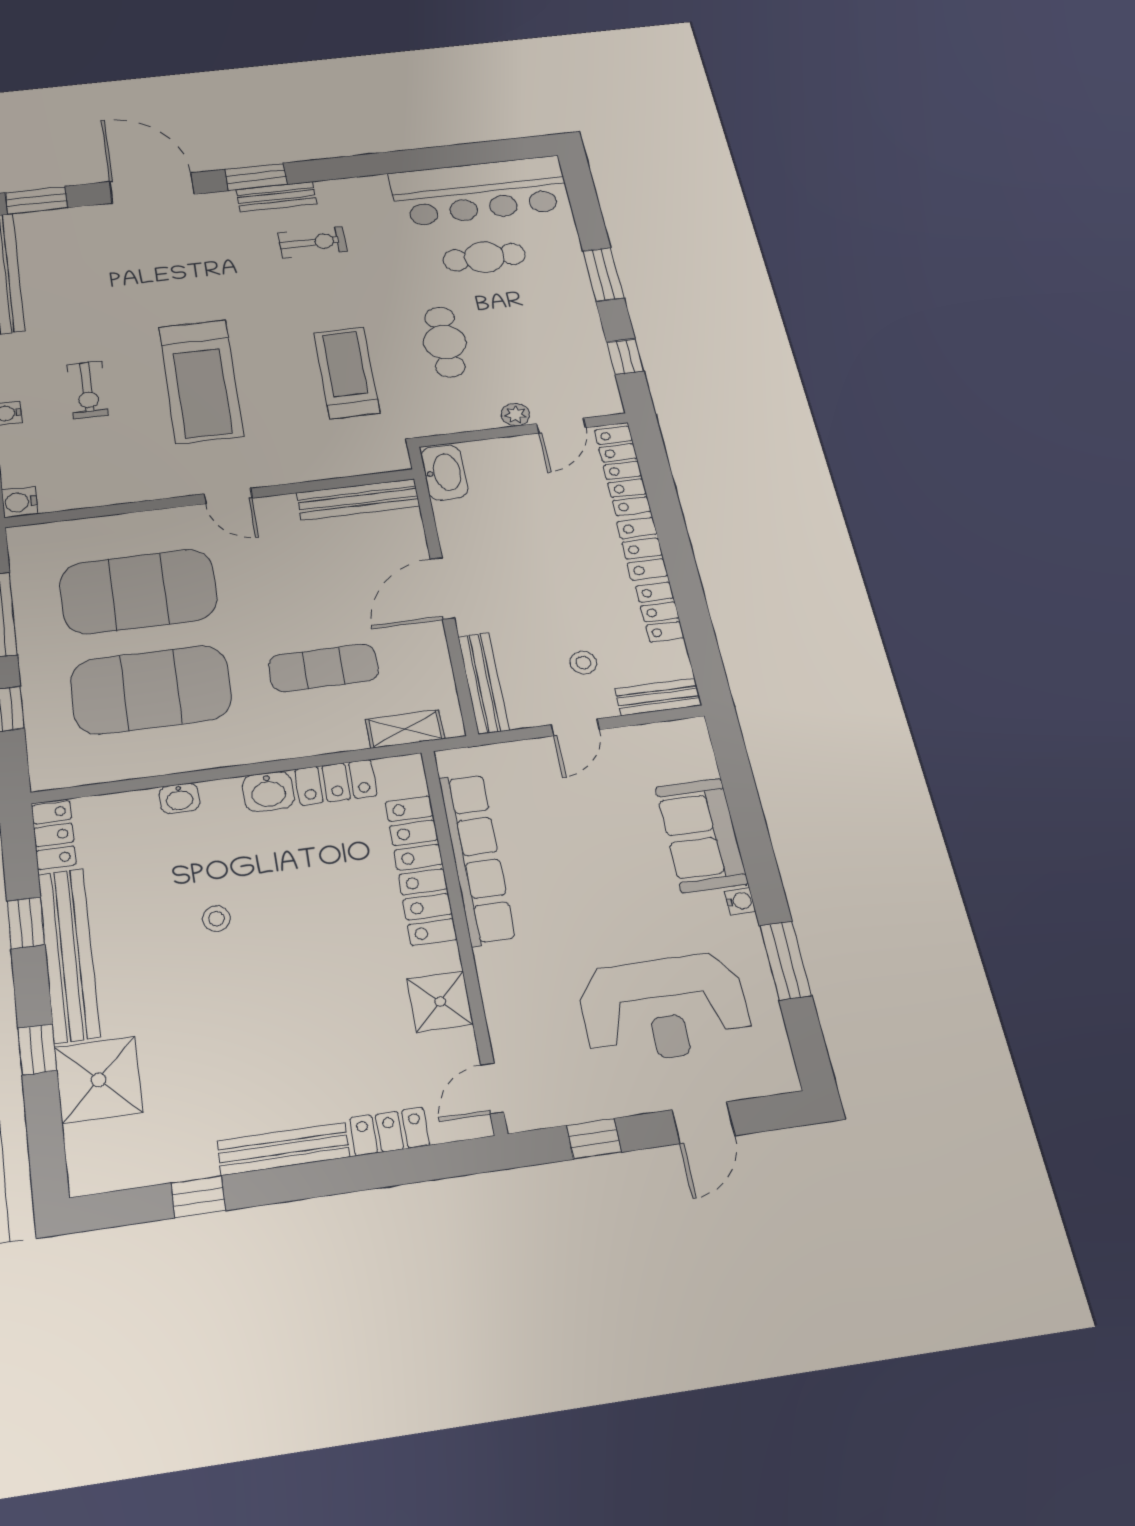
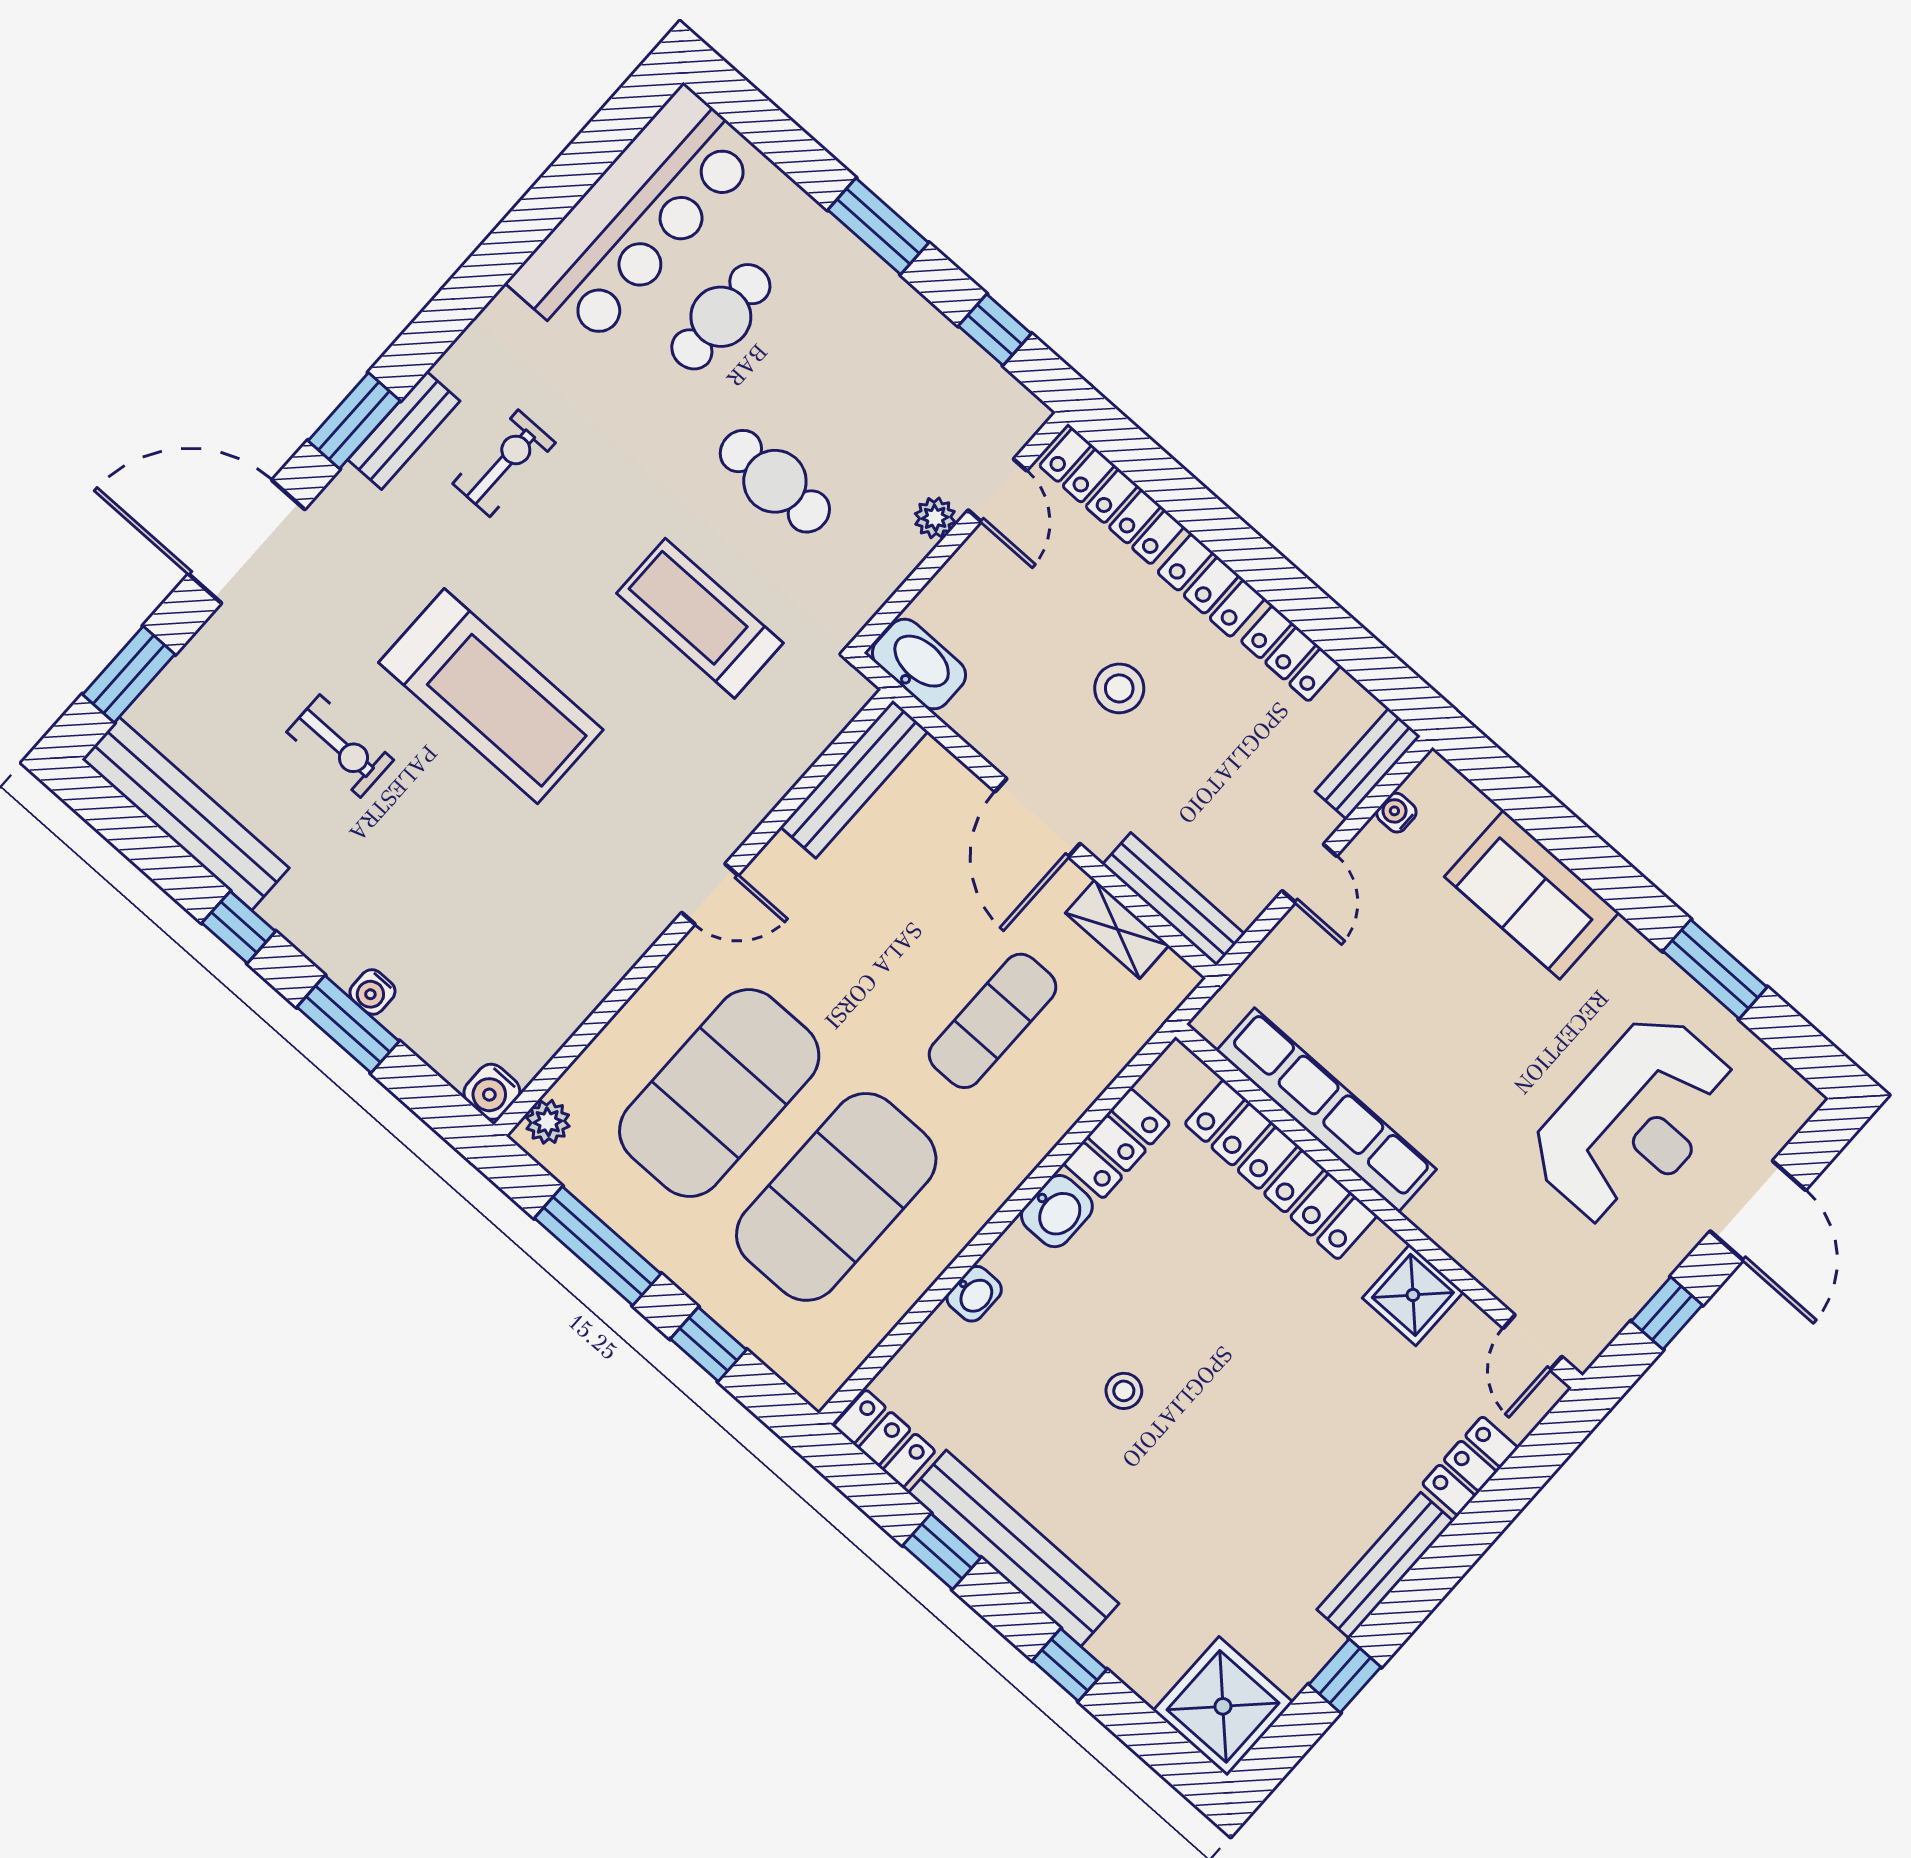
treadmill: (201, 381) -> (491, 696), moved
exercise bike: (88, 390) -> (340, 746), moved
plant: (34, 537) -> (548, 1122), added
stool: (583, 663) -> (1119, 688), moved, width x1.37, depth x1.37
shelving: (405, 729) -> (1117, 929), moved, turned 90
water cooler: (740, 901) -> (1396, 813), moved, turned -90
shower: (98, 1080) -> (1223, 1706), moved
door: (703, 1123) -> (1758, 1211), width x1.38

